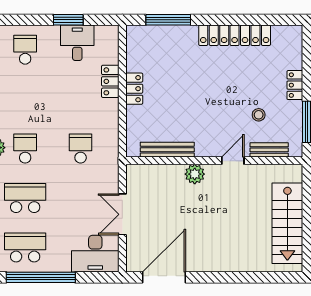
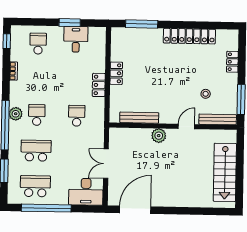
locker: (110, 81) -> (99, 85), moved
locker: (295, 85) -> (232, 62), moved
bench: (269, 150) -> (218, 119), width x1.36

